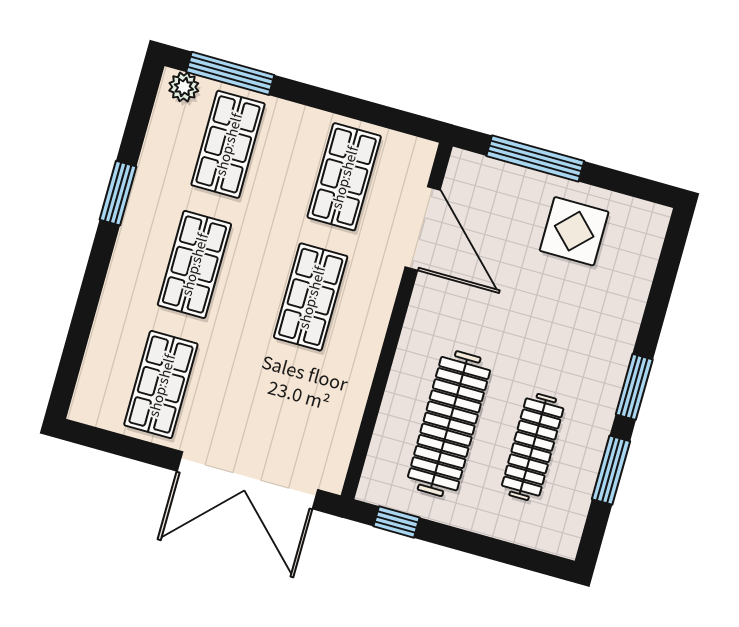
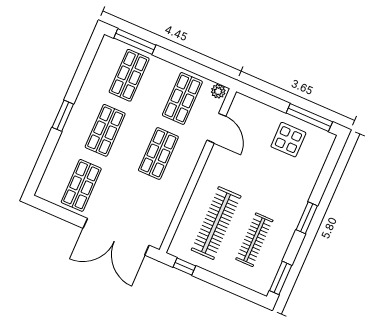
plant: (184, 87) -> (218, 91), moved
window: (535, 159) -> (309, 117), moved
window: (118, 193) -> (63, 116), moved
door: (423, 228) -> (216, 128), width x0.73
window: (611, 470) -> (281, 278), moved

